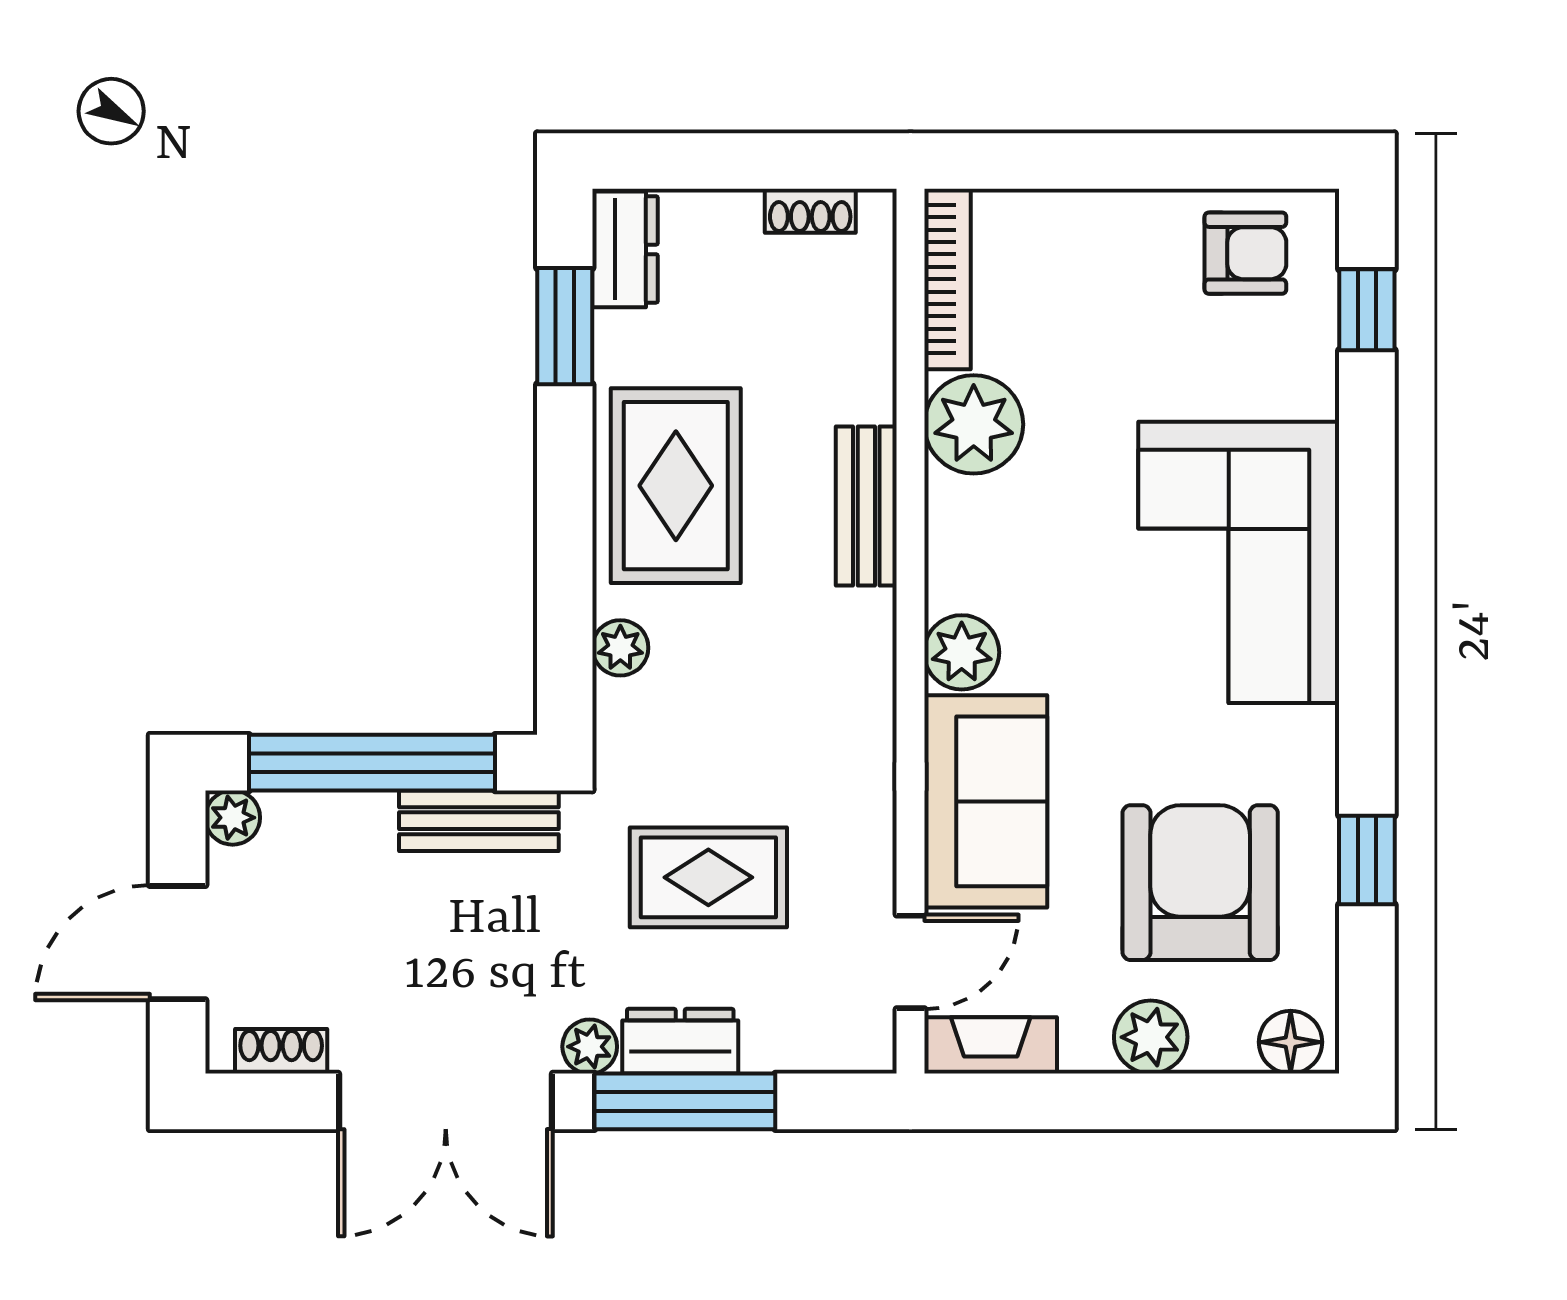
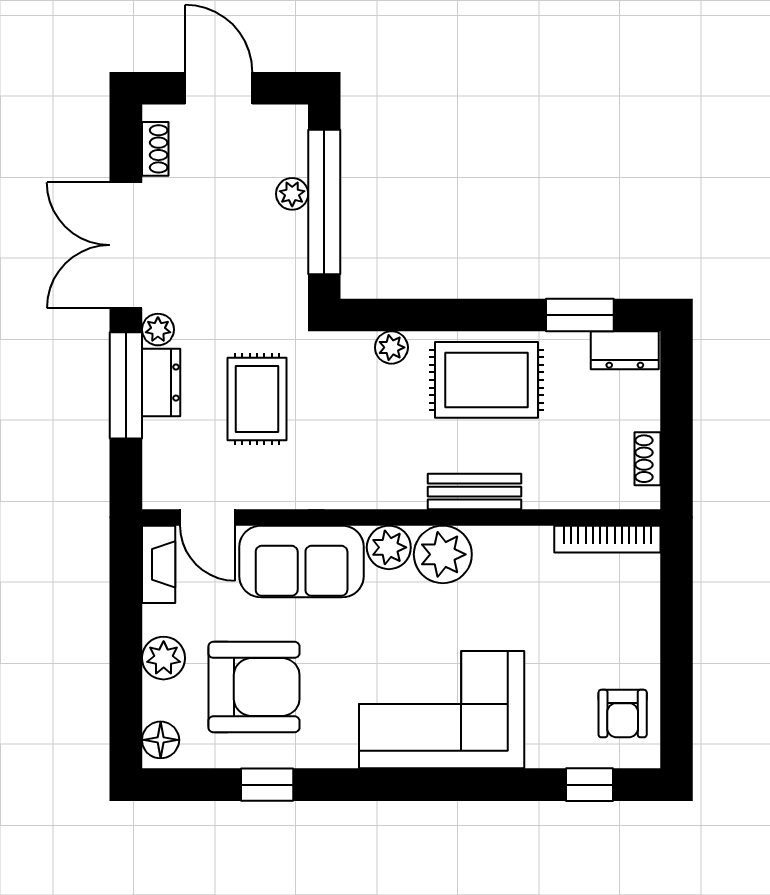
plant: (974, 424) -> (443, 554), moved
plant: (233, 818) -> (292, 194), moved
bench: (479, 821) -> (290, 265), removed

